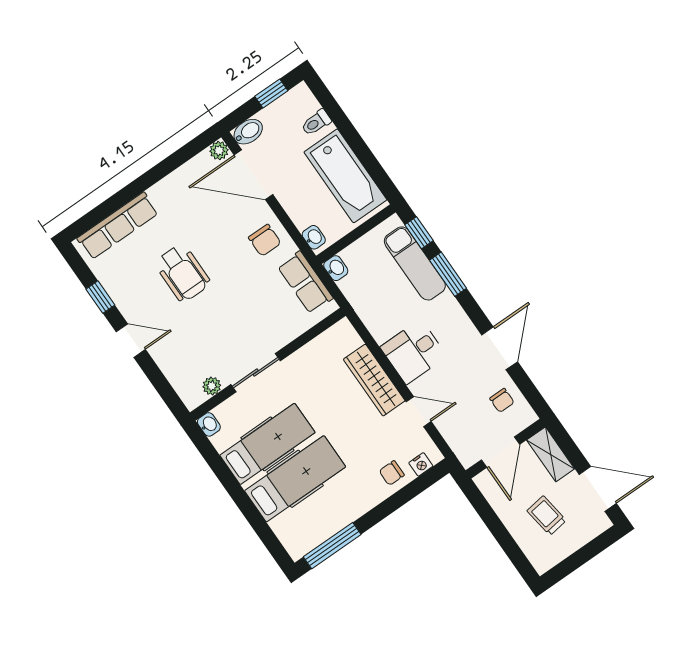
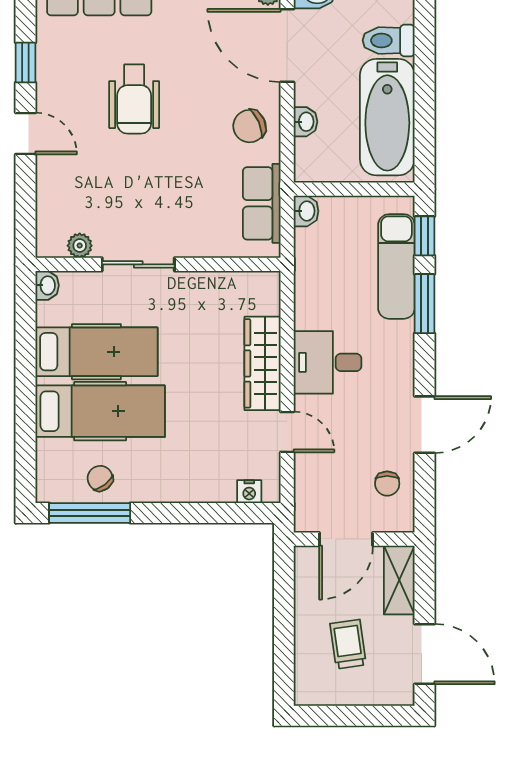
toilet: (316, 123) -> (389, 40), width x1.37, depth x1.39
washbasin: (314, 237) -> (306, 122), moved
chair: (265, 240) -> (249, 126), turned 66
chair: (392, 473) -> (100, 478), moved, turned 53

